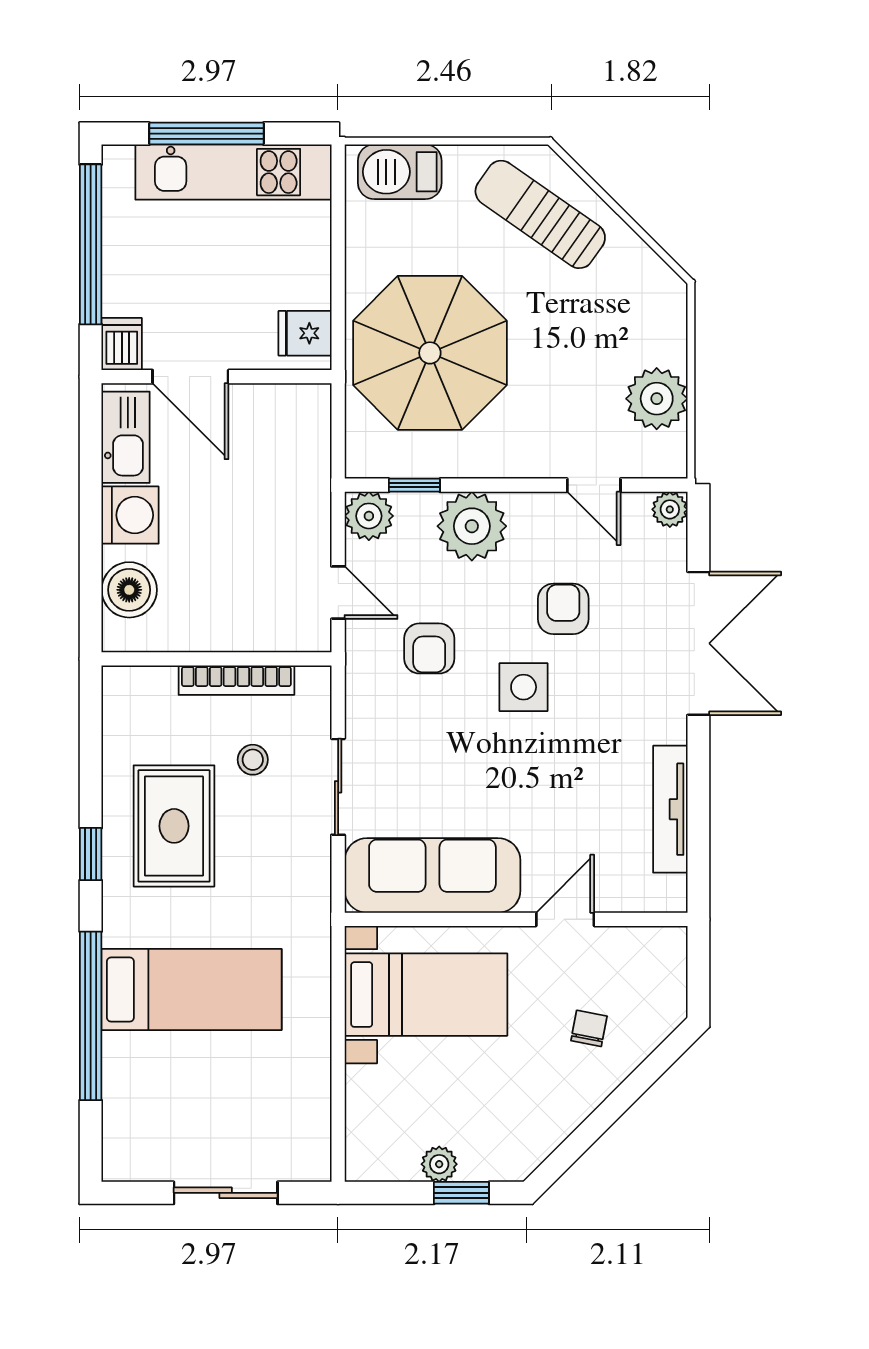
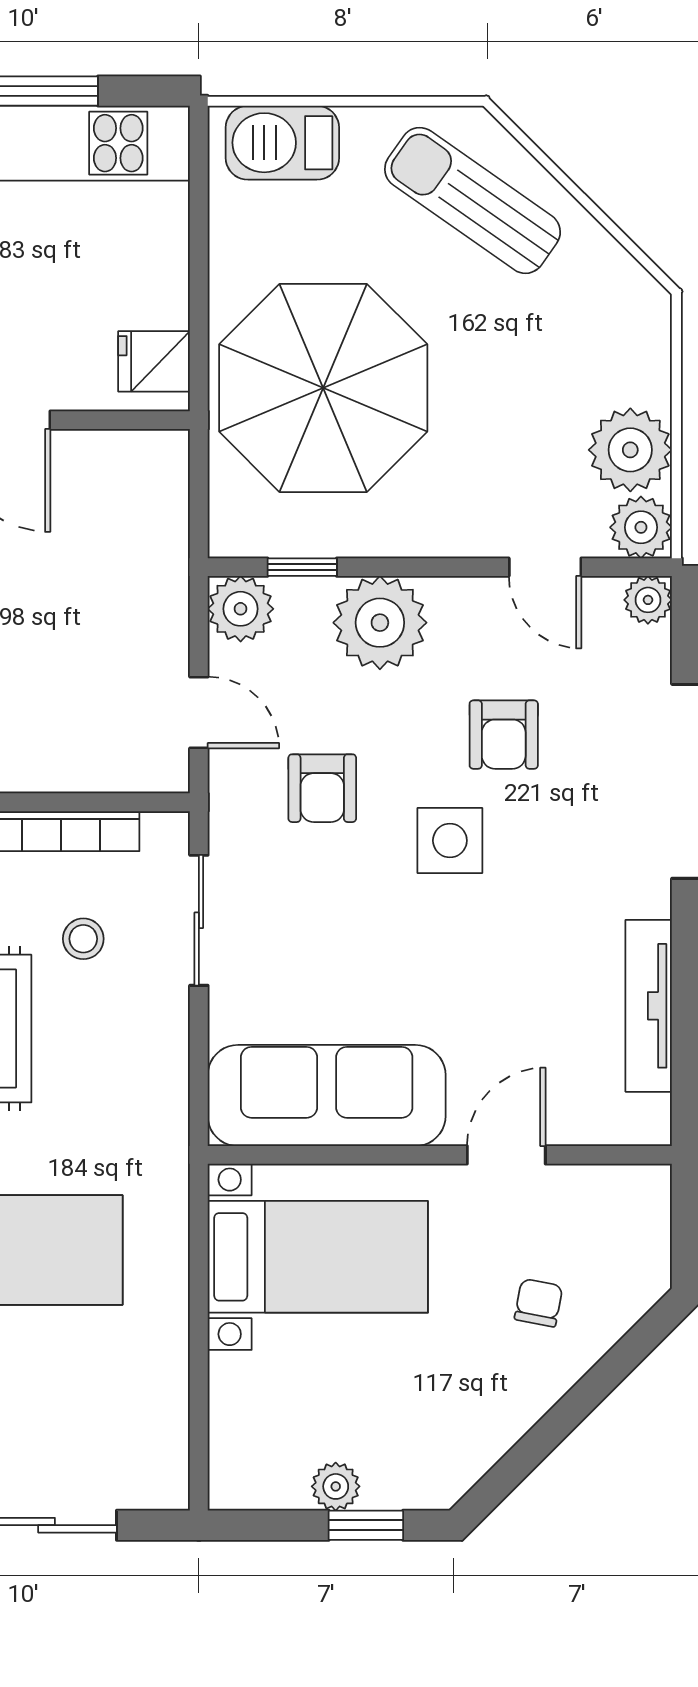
plant: (665, 456) -> (641, 527), added
armchair: (563, 609) -> (504, 735), turned 180
sliding door: (338, 787) -> (199, 920), moved

